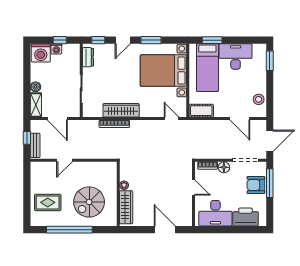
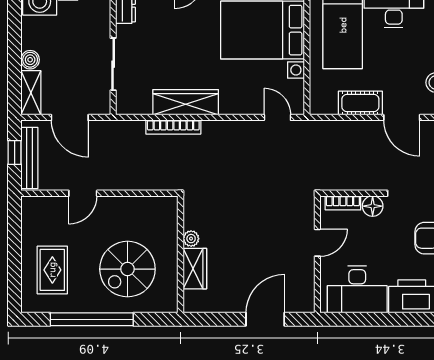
cot: (201, 111) -> (360, 103), moved
bench: (35, 145) -> (29, 158), width x1.36
door: (194, 188) -> (317, 243), hinge flipped
rug: (48, 202) -> (52, 270), turned 90
wardrobe: (126, 207) -> (195, 269), width x0.67
door: (165, 230) -> (265, 319), hinge flipped

